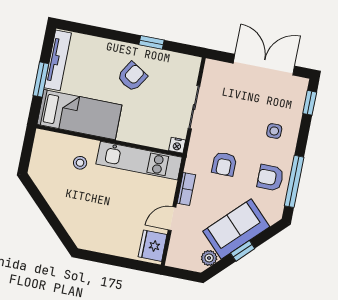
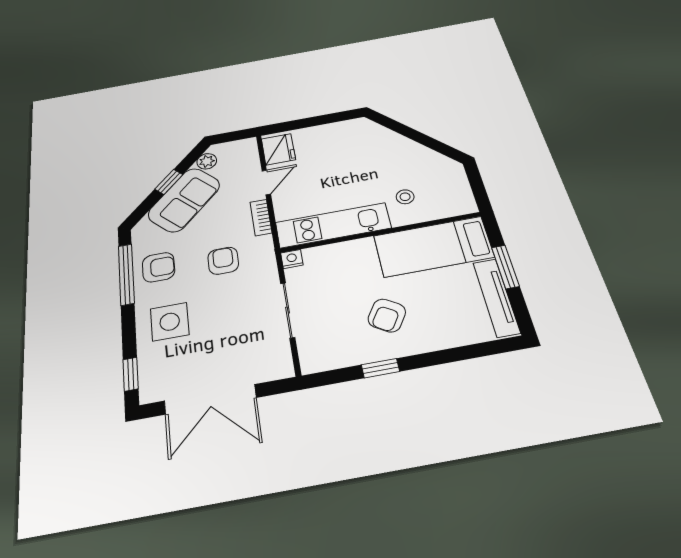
side table: (274, 131) -> (170, 322), width x1.87, depth x1.87

